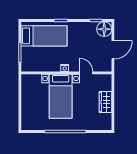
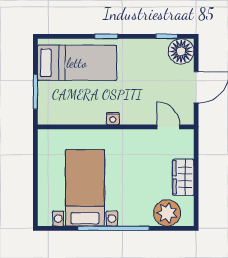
door: (86, 73) -> (168, 127), moved
bed with nightstands: (61, 96) -> (85, 188), moved, turned 180
plant: (96, 123) -> (167, 213), added

